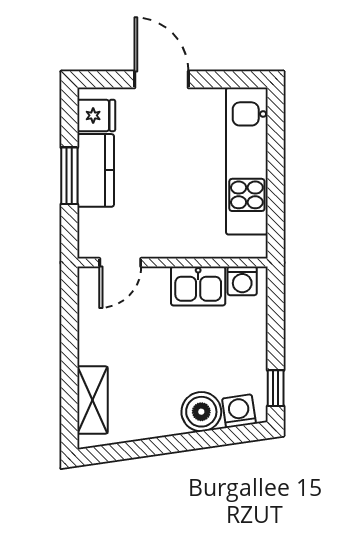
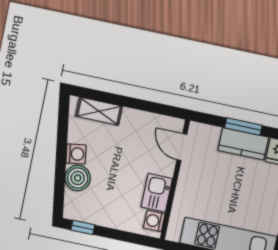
washing machine: (239, 411) -> (76, 154), moved

